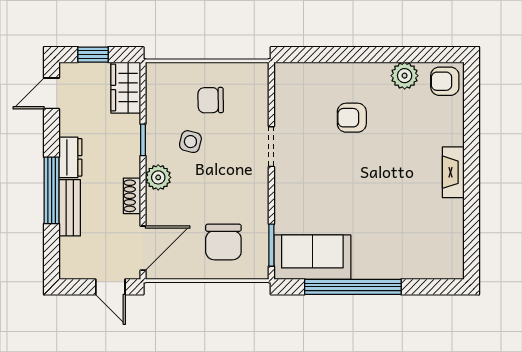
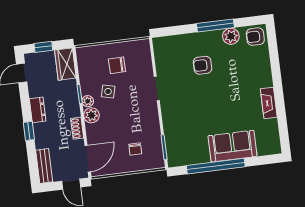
window: (381, 55) -> (215, 25), added
plant: (155, 153) -> (88, 101), added
fireplace: (453, 172) -> (269, 103), moved
window: (52, 190) -> (29, 131), width x0.46
bench: (70, 208) -> (44, 166), moved
chair: (223, 242) -> (135, 149), width x0.54, depth x0.54
sofa: (312, 257) -> (232, 146), moved

